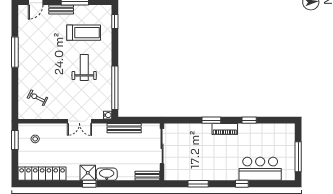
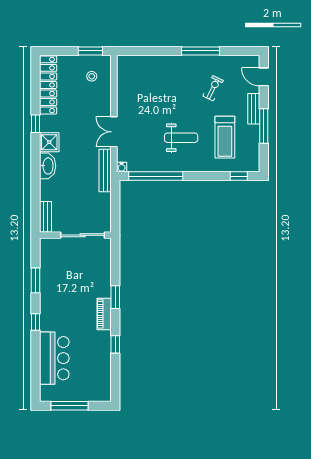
exercise bike: (37, 98) -> (213, 88), moved
bench: (124, 128) -> (105, 170), moved
window: (89, 184) -> (36, 124), moved
window: (242, 184) -> (36, 322), moved

